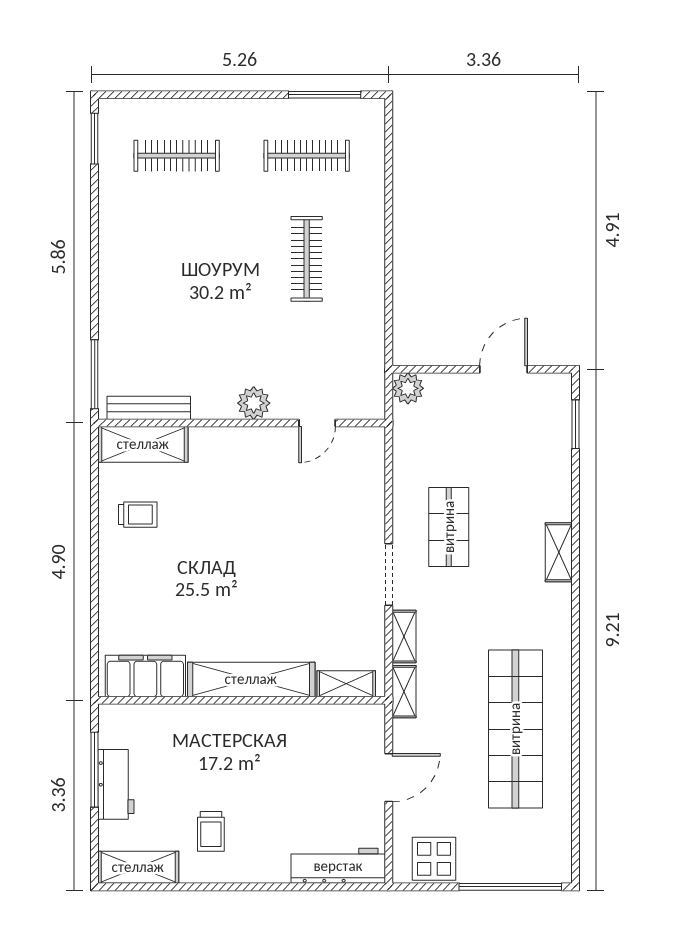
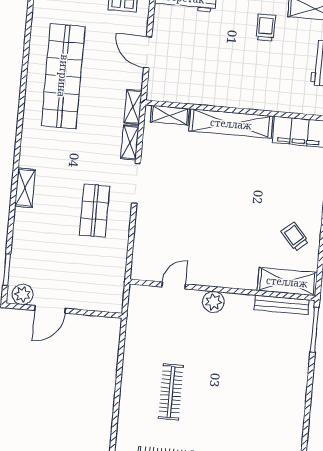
plant: (408, 388) -> (23, 294), moved
trolley: (138, 515) -> (295, 237), turned 49
door: (389, 778) -> (148, 52), hinge flipped

